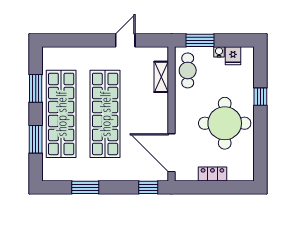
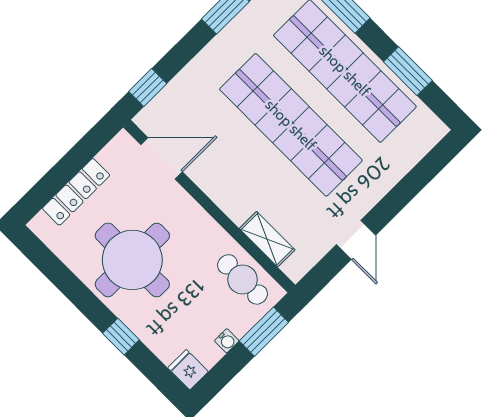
fridge: (233, 56) -> (188, 370), moved
door: (171, 153) -> (162, 158), width x0.73
locker: (212, 174) -> (76, 192), width x1.53

